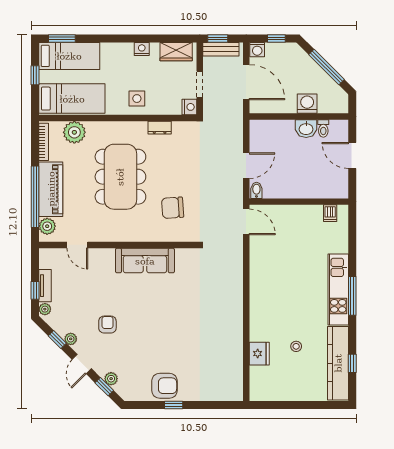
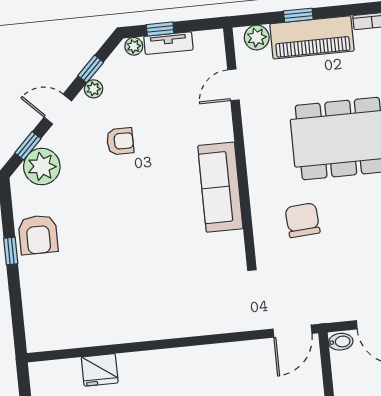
window: (35, 197) -> (298, 15), width x0.32
plant: (111, 379) -> (42, 167), width x1.88, depth x1.88

